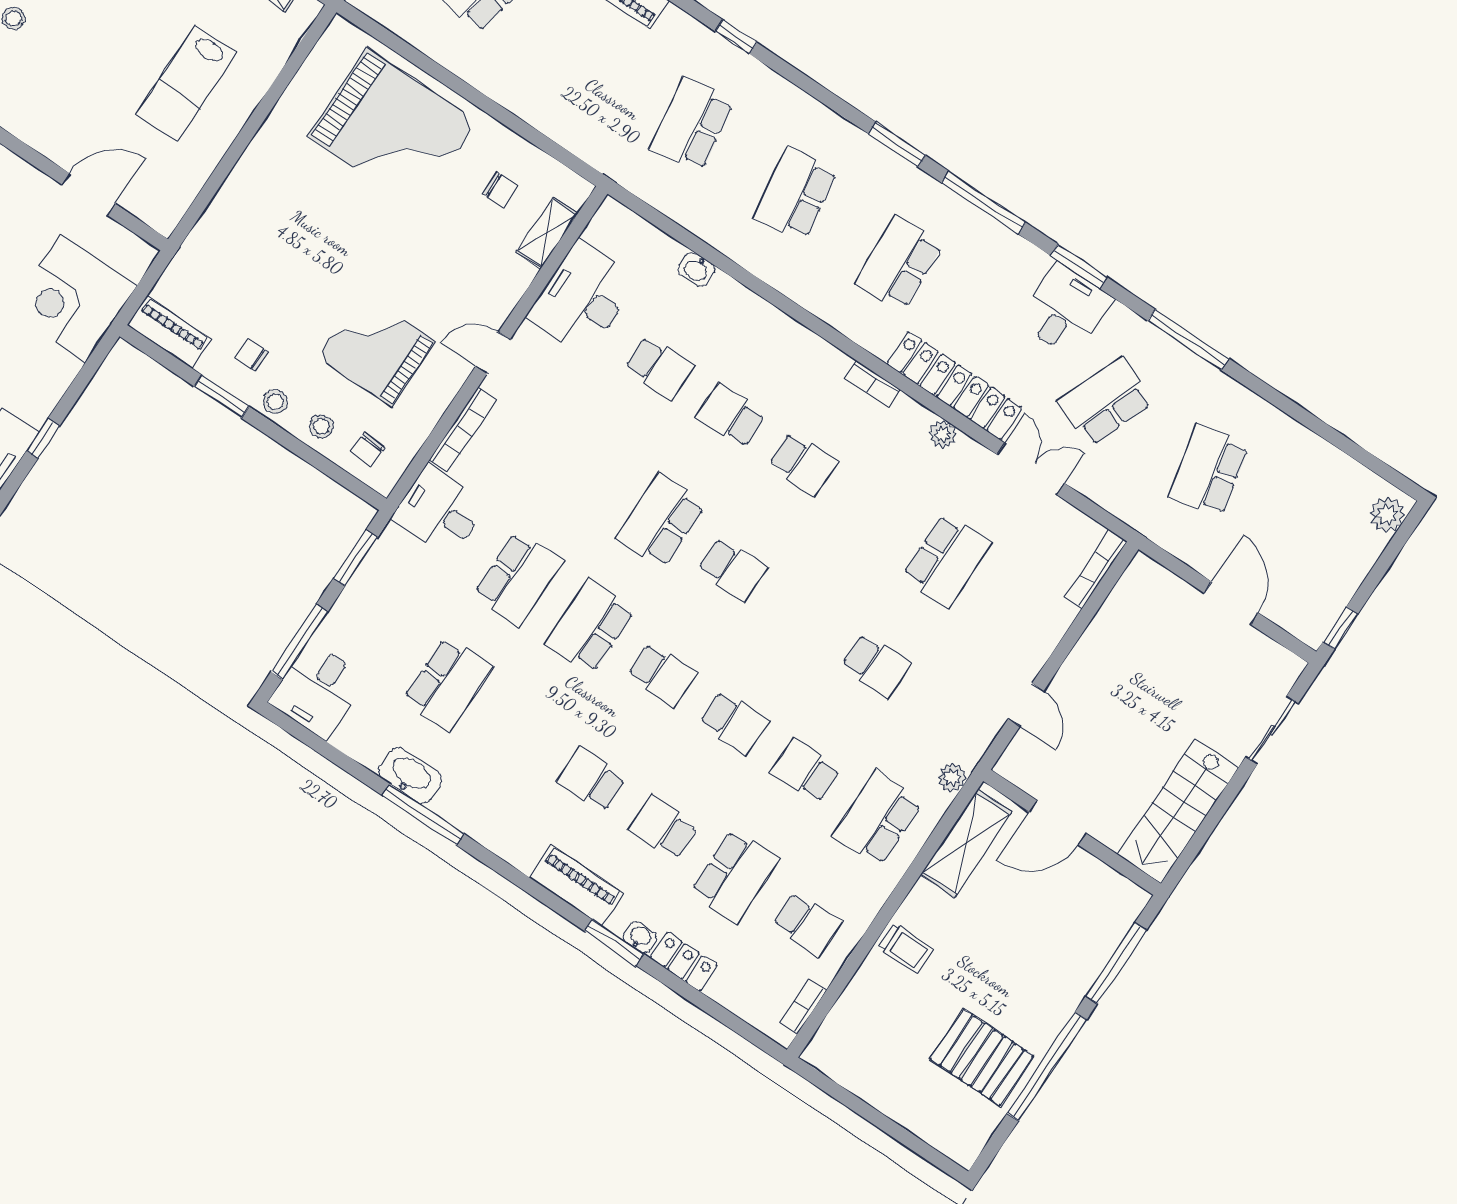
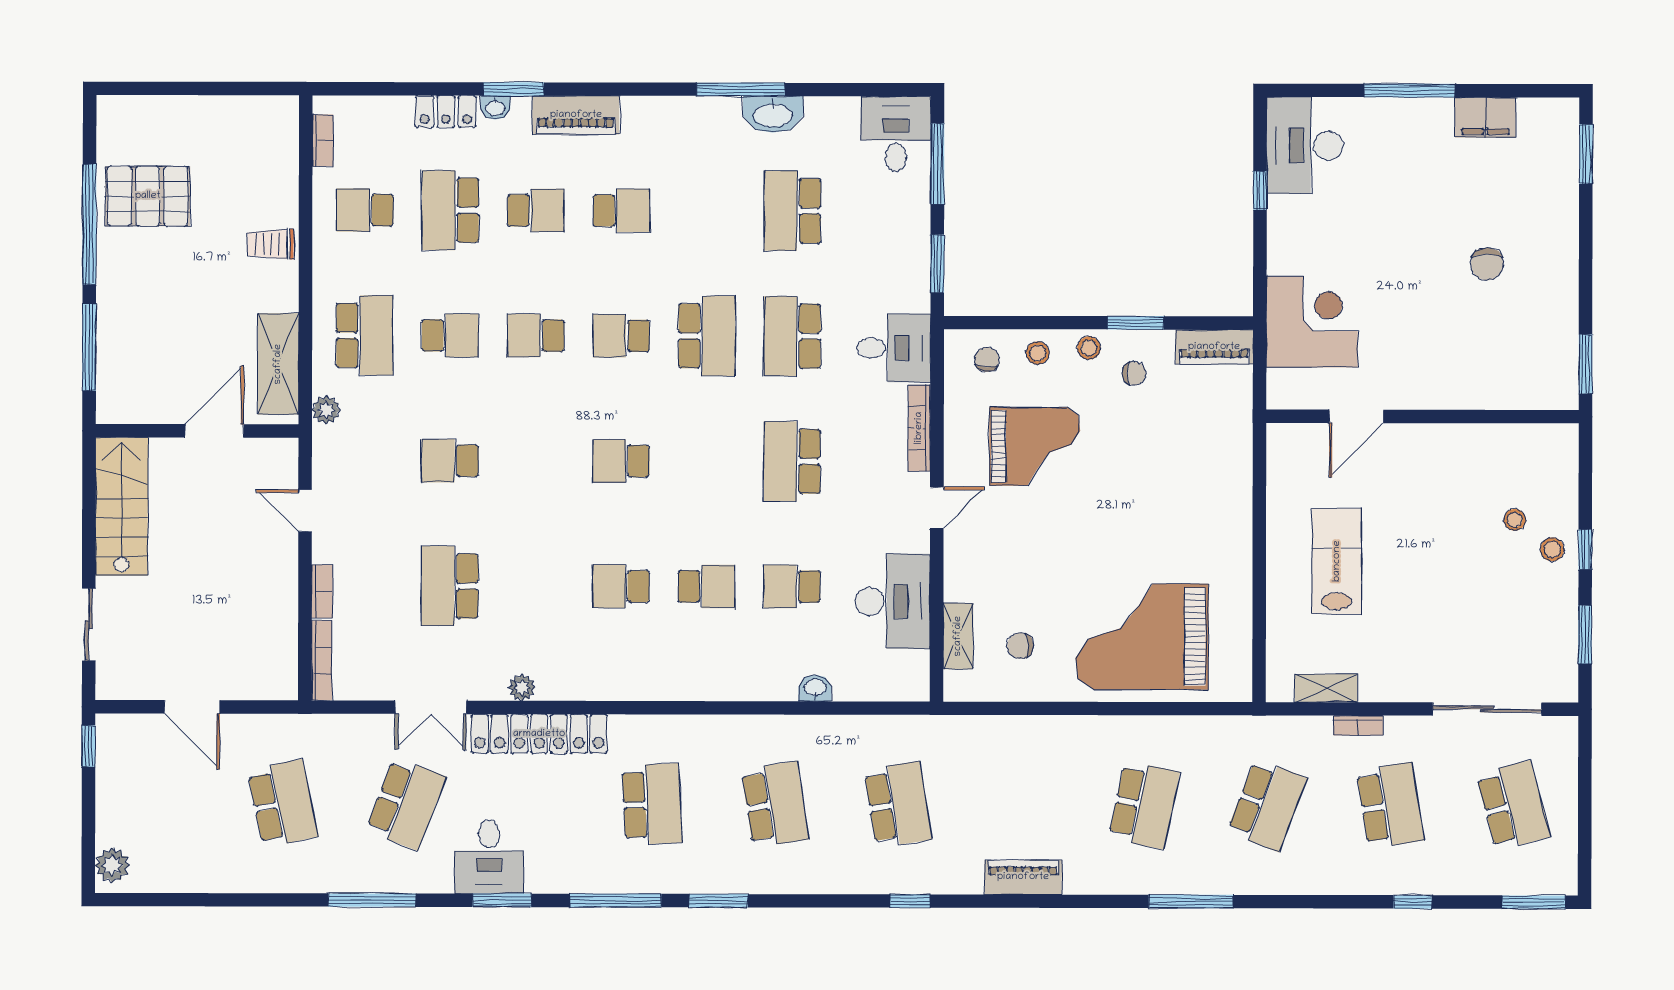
bookcase: (873, 384) -> (322, 591), moved, turned 90
school desk: (660, 521) -> (792, 461), moved, turned 180

